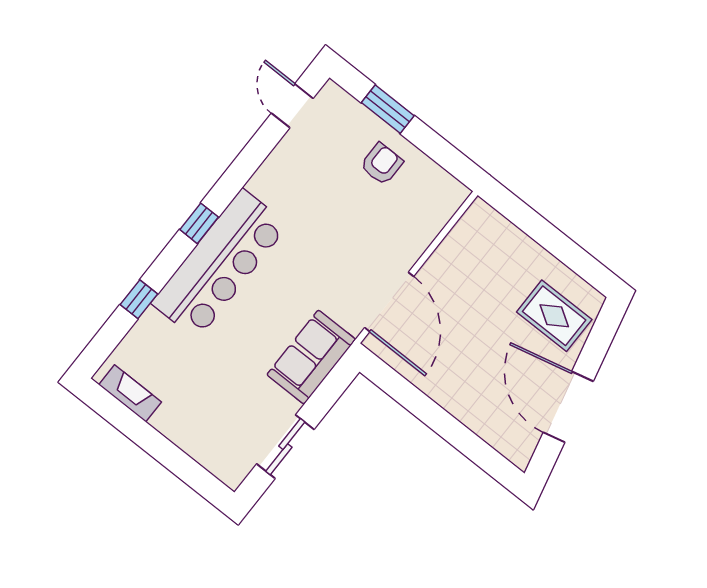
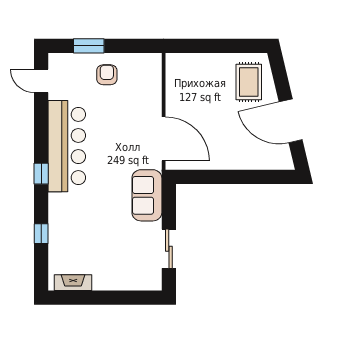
bar counter: (220, 264) -> (67, 146), moved
rug: (554, 316) -> (249, 82), turned 90

